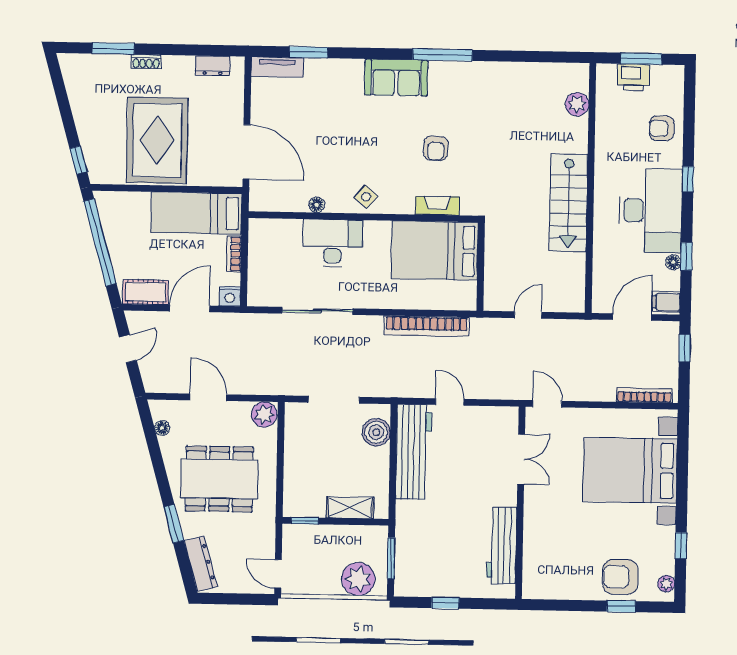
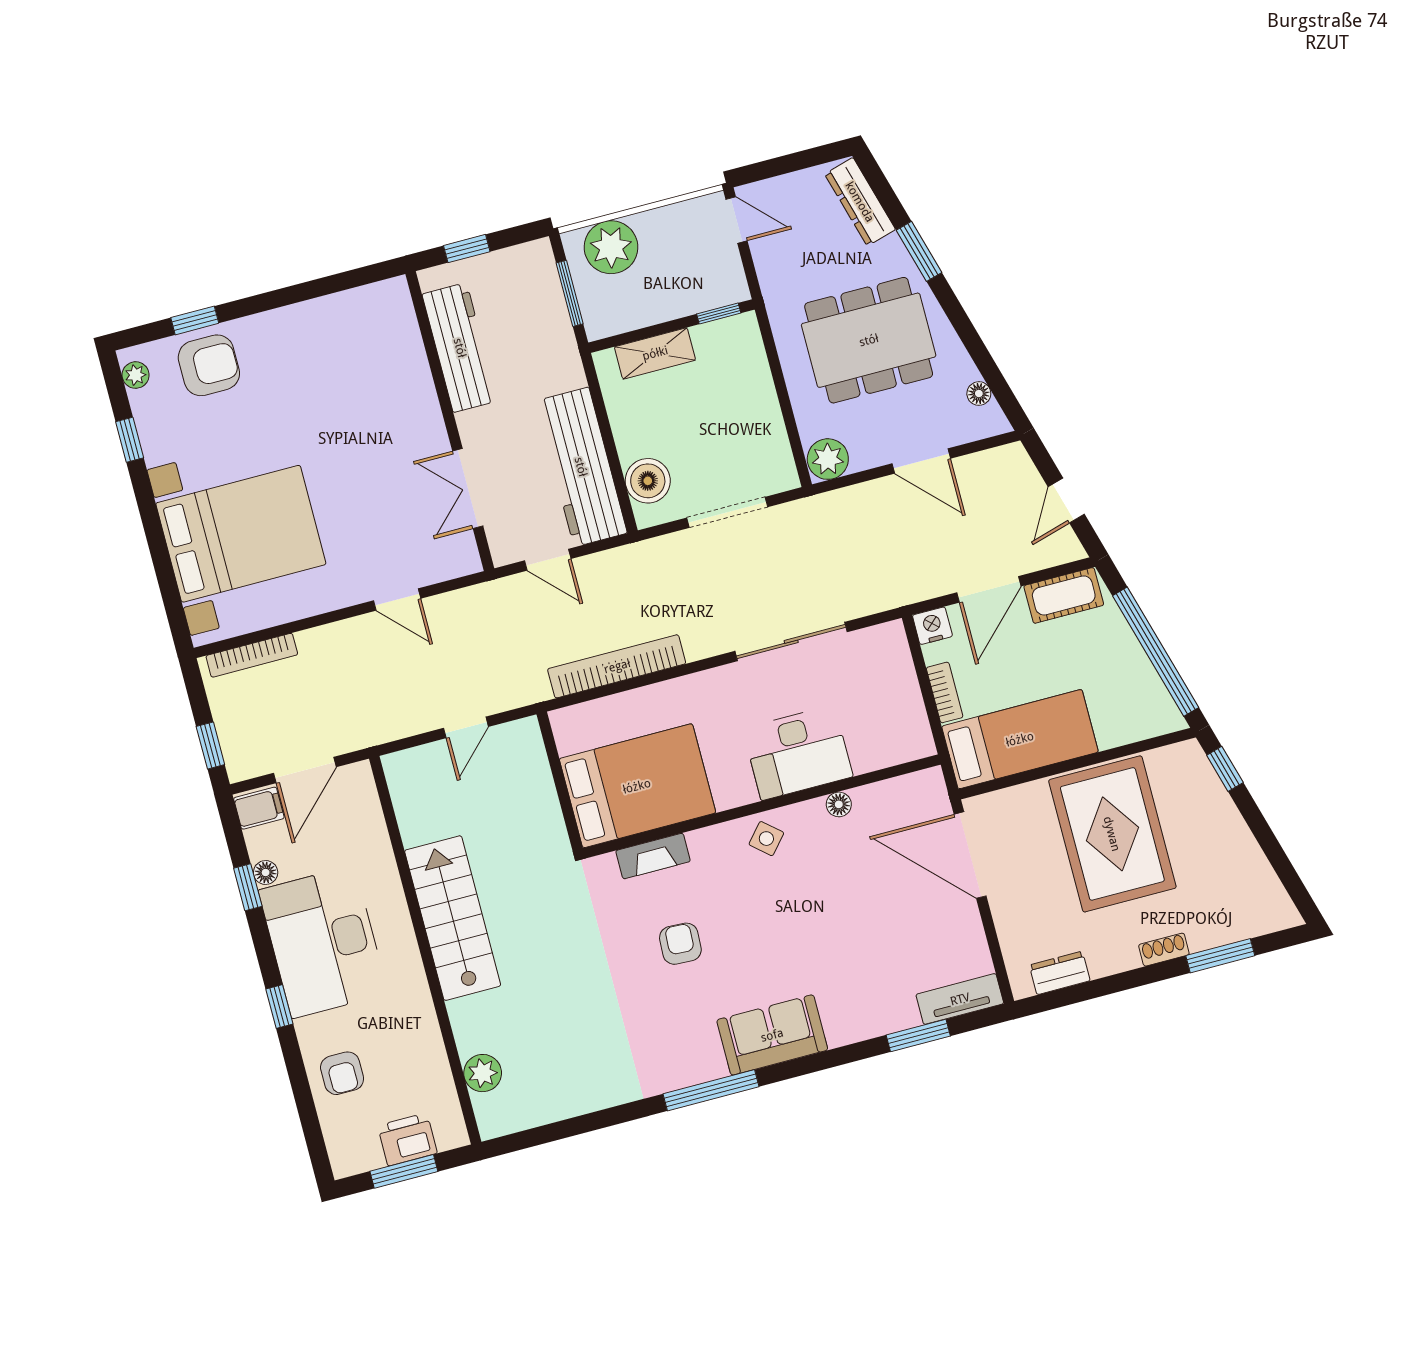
armchair: (662, 128) -> (342, 1073), turned 90
double door: (521, 459) -> (468, 488), moved
wall: (520, 503) -> (450, 421), moved
workbench: (502, 545) -> (460, 348), moved

